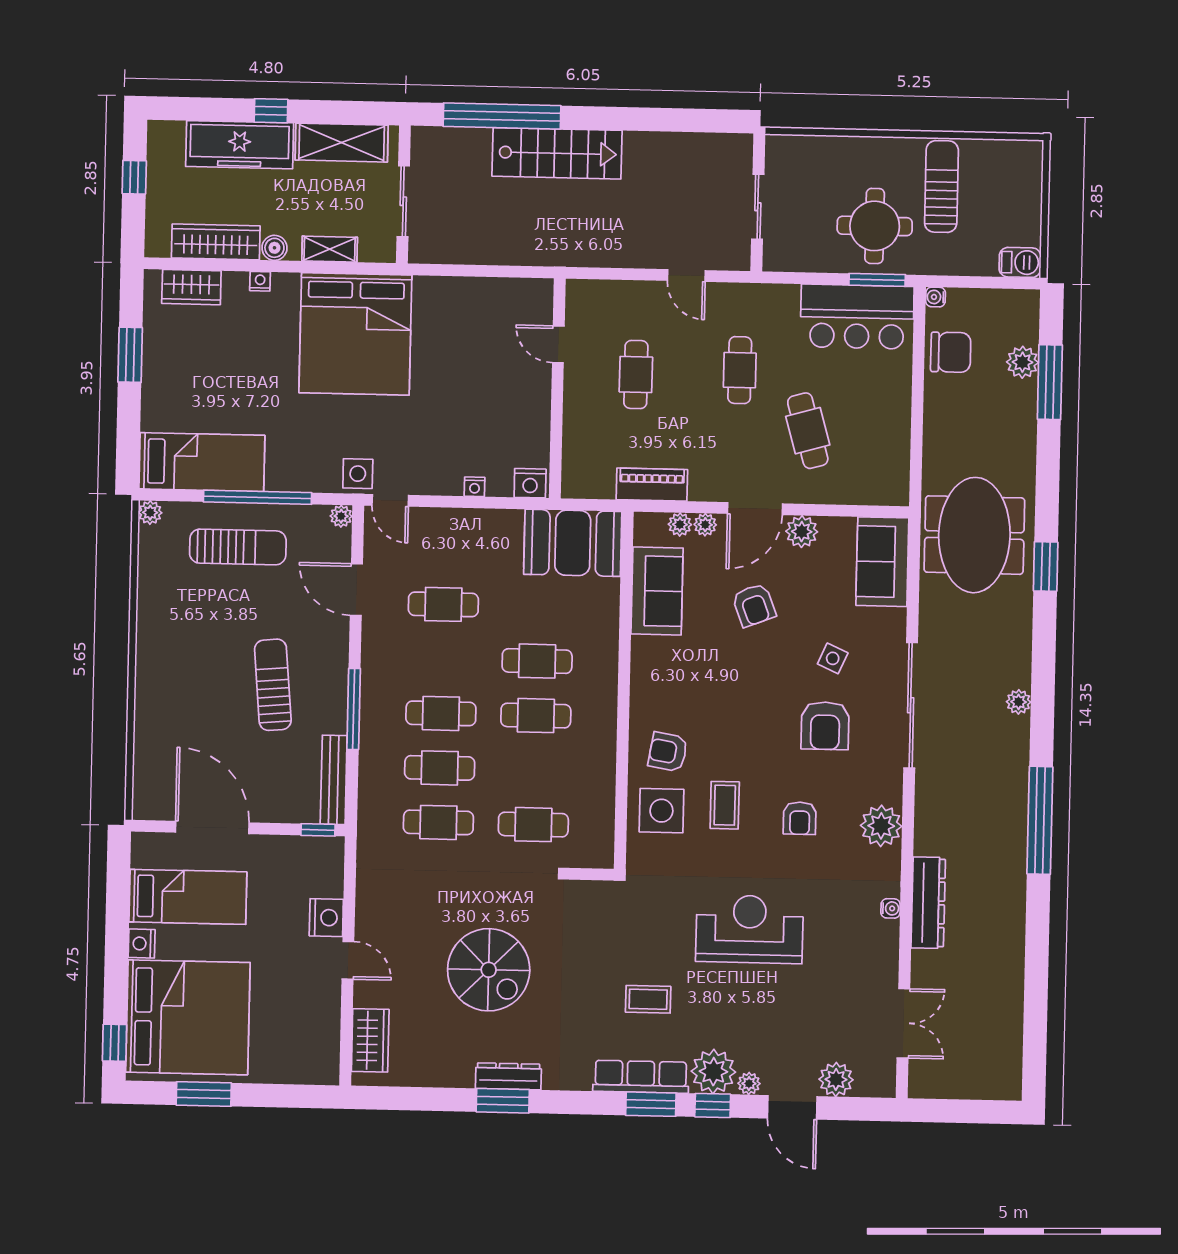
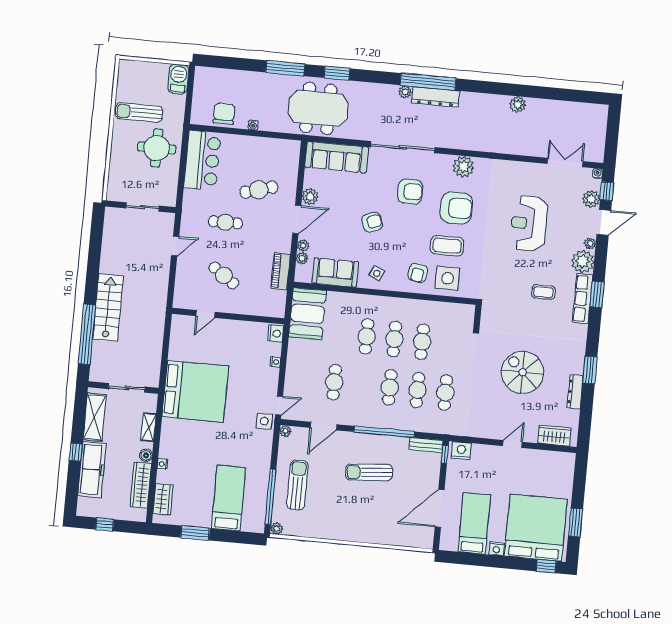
barbecue: (1020, 262) -> (178, 79), width x1.38, depth x1.27
window: (877, 280) -> (184, 149), removed
water cooler: (936, 297) -> (253, 125), moved
bed: (355, 334) -> (195, 391), moved
plant: (1022, 362) -> (518, 105), moved
cafe table: (636, 375) -> (224, 275), turned 35
window: (1050, 382) -> (285, 68), moved
bed: (202, 462) -> (229, 498), moved
window: (258, 497) -> (270, 497), moved
door: (755, 509) -> (297, 219), hinge flipped
sofa: (882, 562) -> (337, 157), width x1.36
armchair: (754, 605) -> (372, 222), moved
side table: (833, 658) -> (377, 273), moved
window: (354, 709) -> (384, 432), width x1.46
bench: (334, 780) -> (426, 445), width x0.73
coffee table: (725, 805) -> (447, 246), width x1.36, depth x1.30
armchair: (800, 818) -> (456, 208), width x1.88, depth x1.88
window: (1040, 820) -> (428, 82), moved
cafe table: (533, 825) -> (422, 342), moved
dresser: (928, 903) -> (436, 97), moved, turned 180
water cooler: (891, 908) -> (598, 174), moved
nightstand: (326, 918) -> (461, 451), moved
reception desk: (749, 929) -> (529, 223), moved
spiral stairs: (489, 970) -> (522, 372), turned -90
coffee table: (648, 999) -> (543, 292), turned 90
dresser: (508, 1076) -> (575, 392), moved
window: (713, 1106) -> (607, 191), moved

